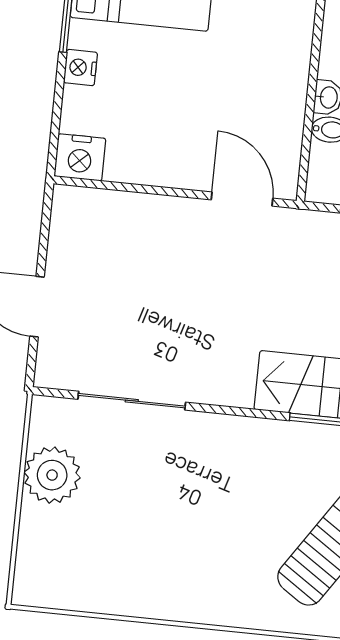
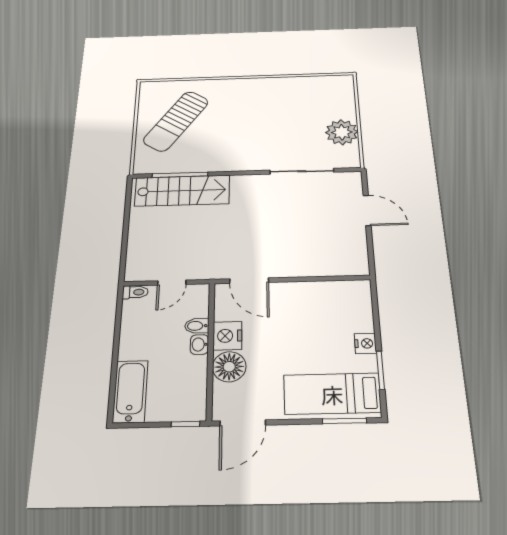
floor lamp: (287, 55) -> (229, 367), added
nightstand: (80, 157) -> (227, 336), moved, turned -90

